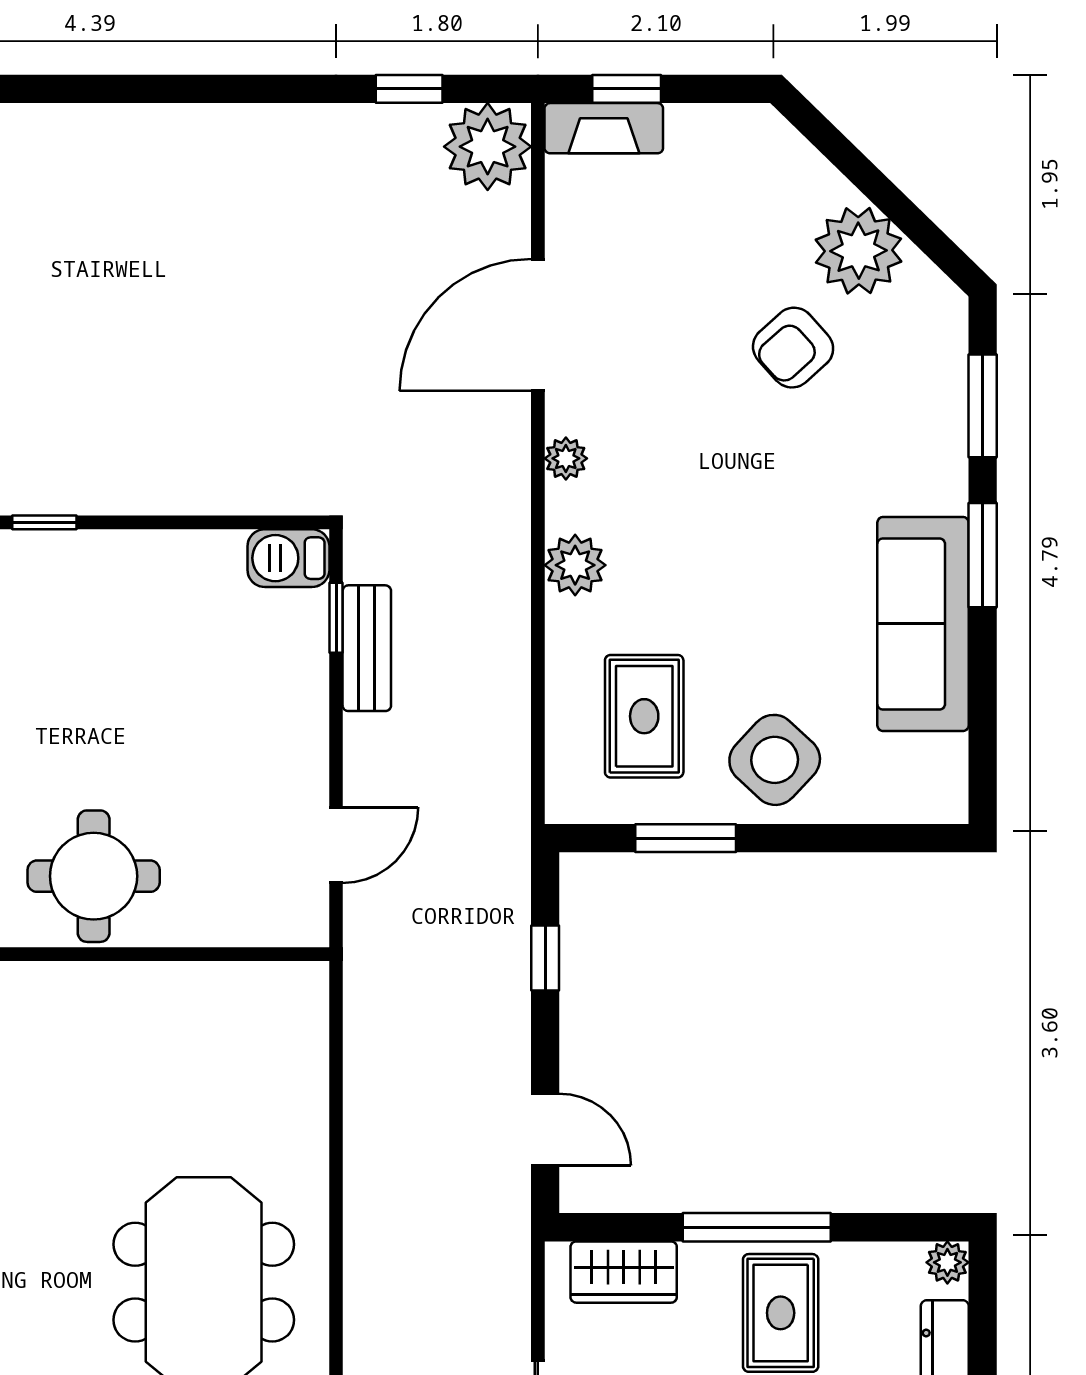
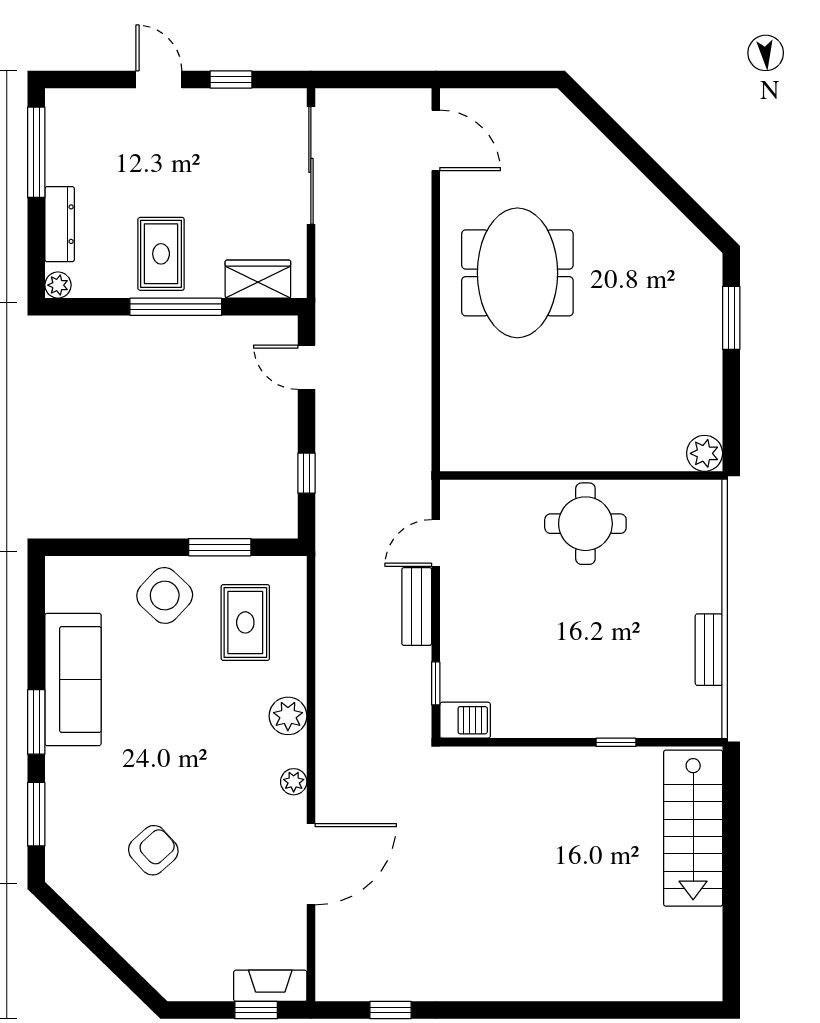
plant: (488, 147) -> (342, 974), removed
plant: (858, 251) -> (113, 910), removed
bench: (367, 648) -> (417, 606), moved

